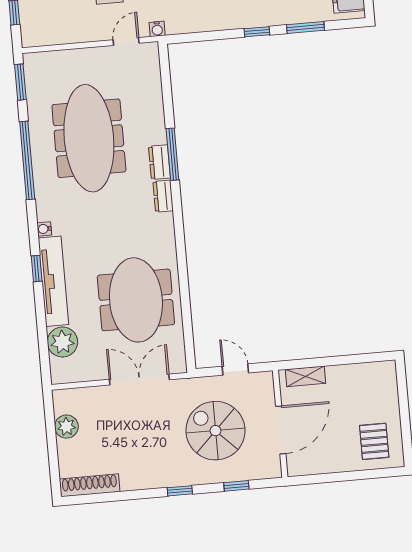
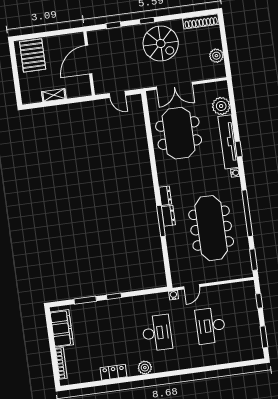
shelving: (305, 376) -> (54, 95), moved
spiral stairs: (215, 431) -> (161, 44), moved
pallet: (374, 441) -> (33, 55), width x1.50, depth x1.42

